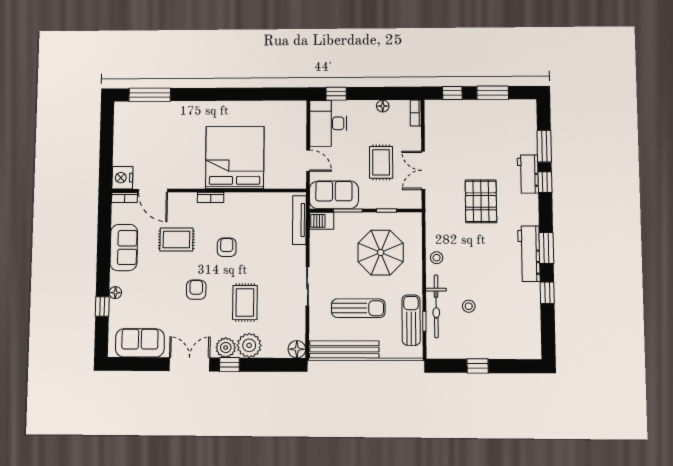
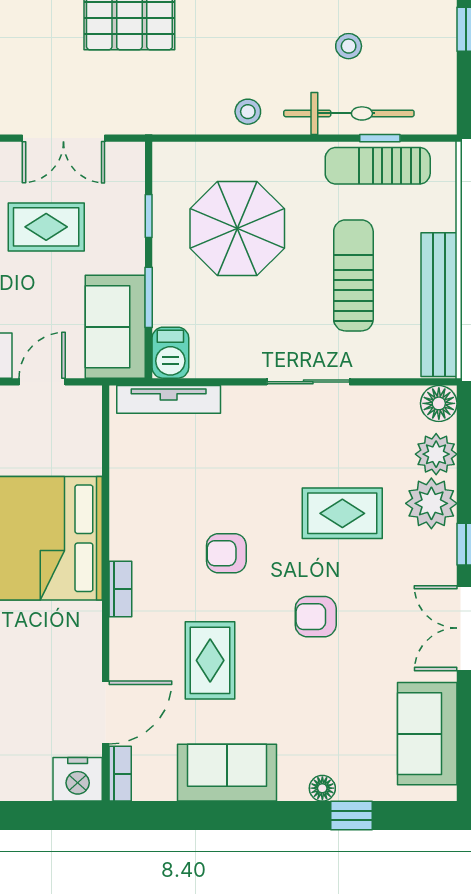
plant: (226, 348) -> (436, 454), moved

